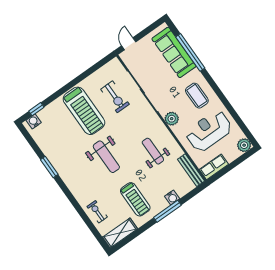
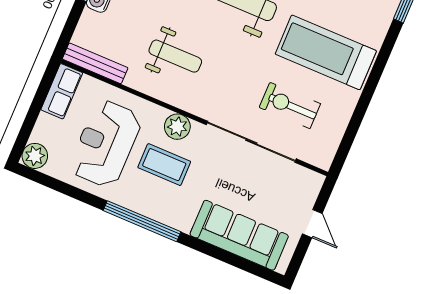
door: (129, 44) -> (312, 224), moved
window: (190, 52) -> (142, 221), moved
coffee table: (197, 96) -> (164, 165), moved
reception desk: (209, 131) -> (106, 144), turned 180

